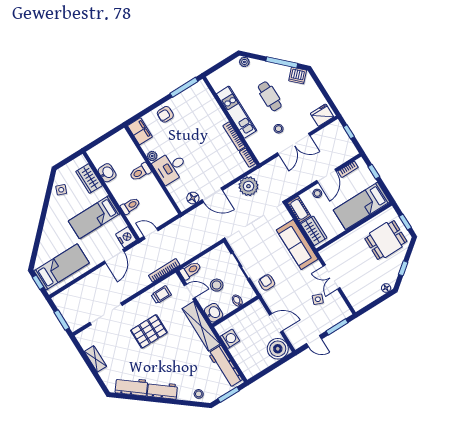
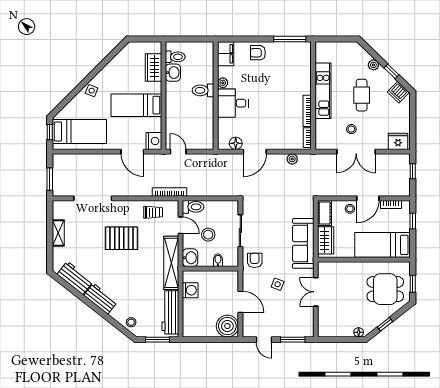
plant: (244, 62) -> (373, 65), moved
window: (282, 62) -> (392, 71), width x0.46
plant: (248, 186) -> (292, 159), width x0.53, depth x0.53
side table: (61, 190) -> (92, 91), moved
door: (212, 195) -> (255, 152), hinge flipped
toilet: (130, 206) -> (175, 57), moved
door: (114, 256) -> (132, 152), hinge flipped
side table: (318, 299) -> (278, 284), moved

